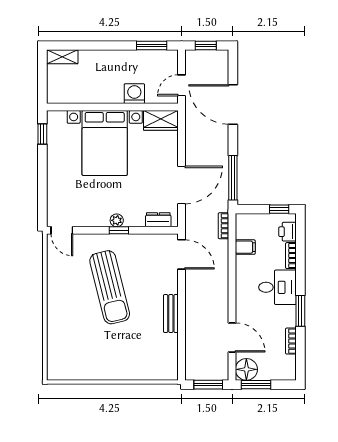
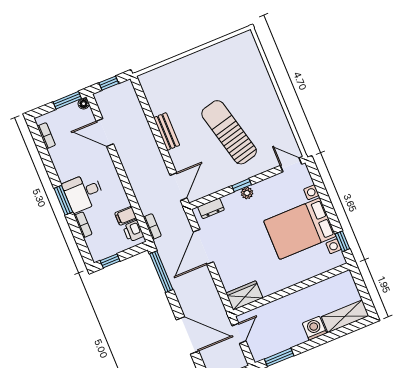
shelving: (62, 57) -> (345, 316), width x1.50, depth x1.33
washing machine: (134, 94) -> (314, 328), moved, turned 180
bed with nightstands: (105, 143) -> (300, 229), moved, turned -90
printer: (288, 232) -> (133, 231), moved, turned 180
door: (181, 254) -> (178, 187), swing flipped
window: (300, 311) -> (63, 200), moved
bookcase: (291, 341) -> (46, 136), moved
floor lamp: (246, 369) -> (84, 104), width x0.53, depth x0.53
window: (208, 385) -> (109, 83), width x0.67

